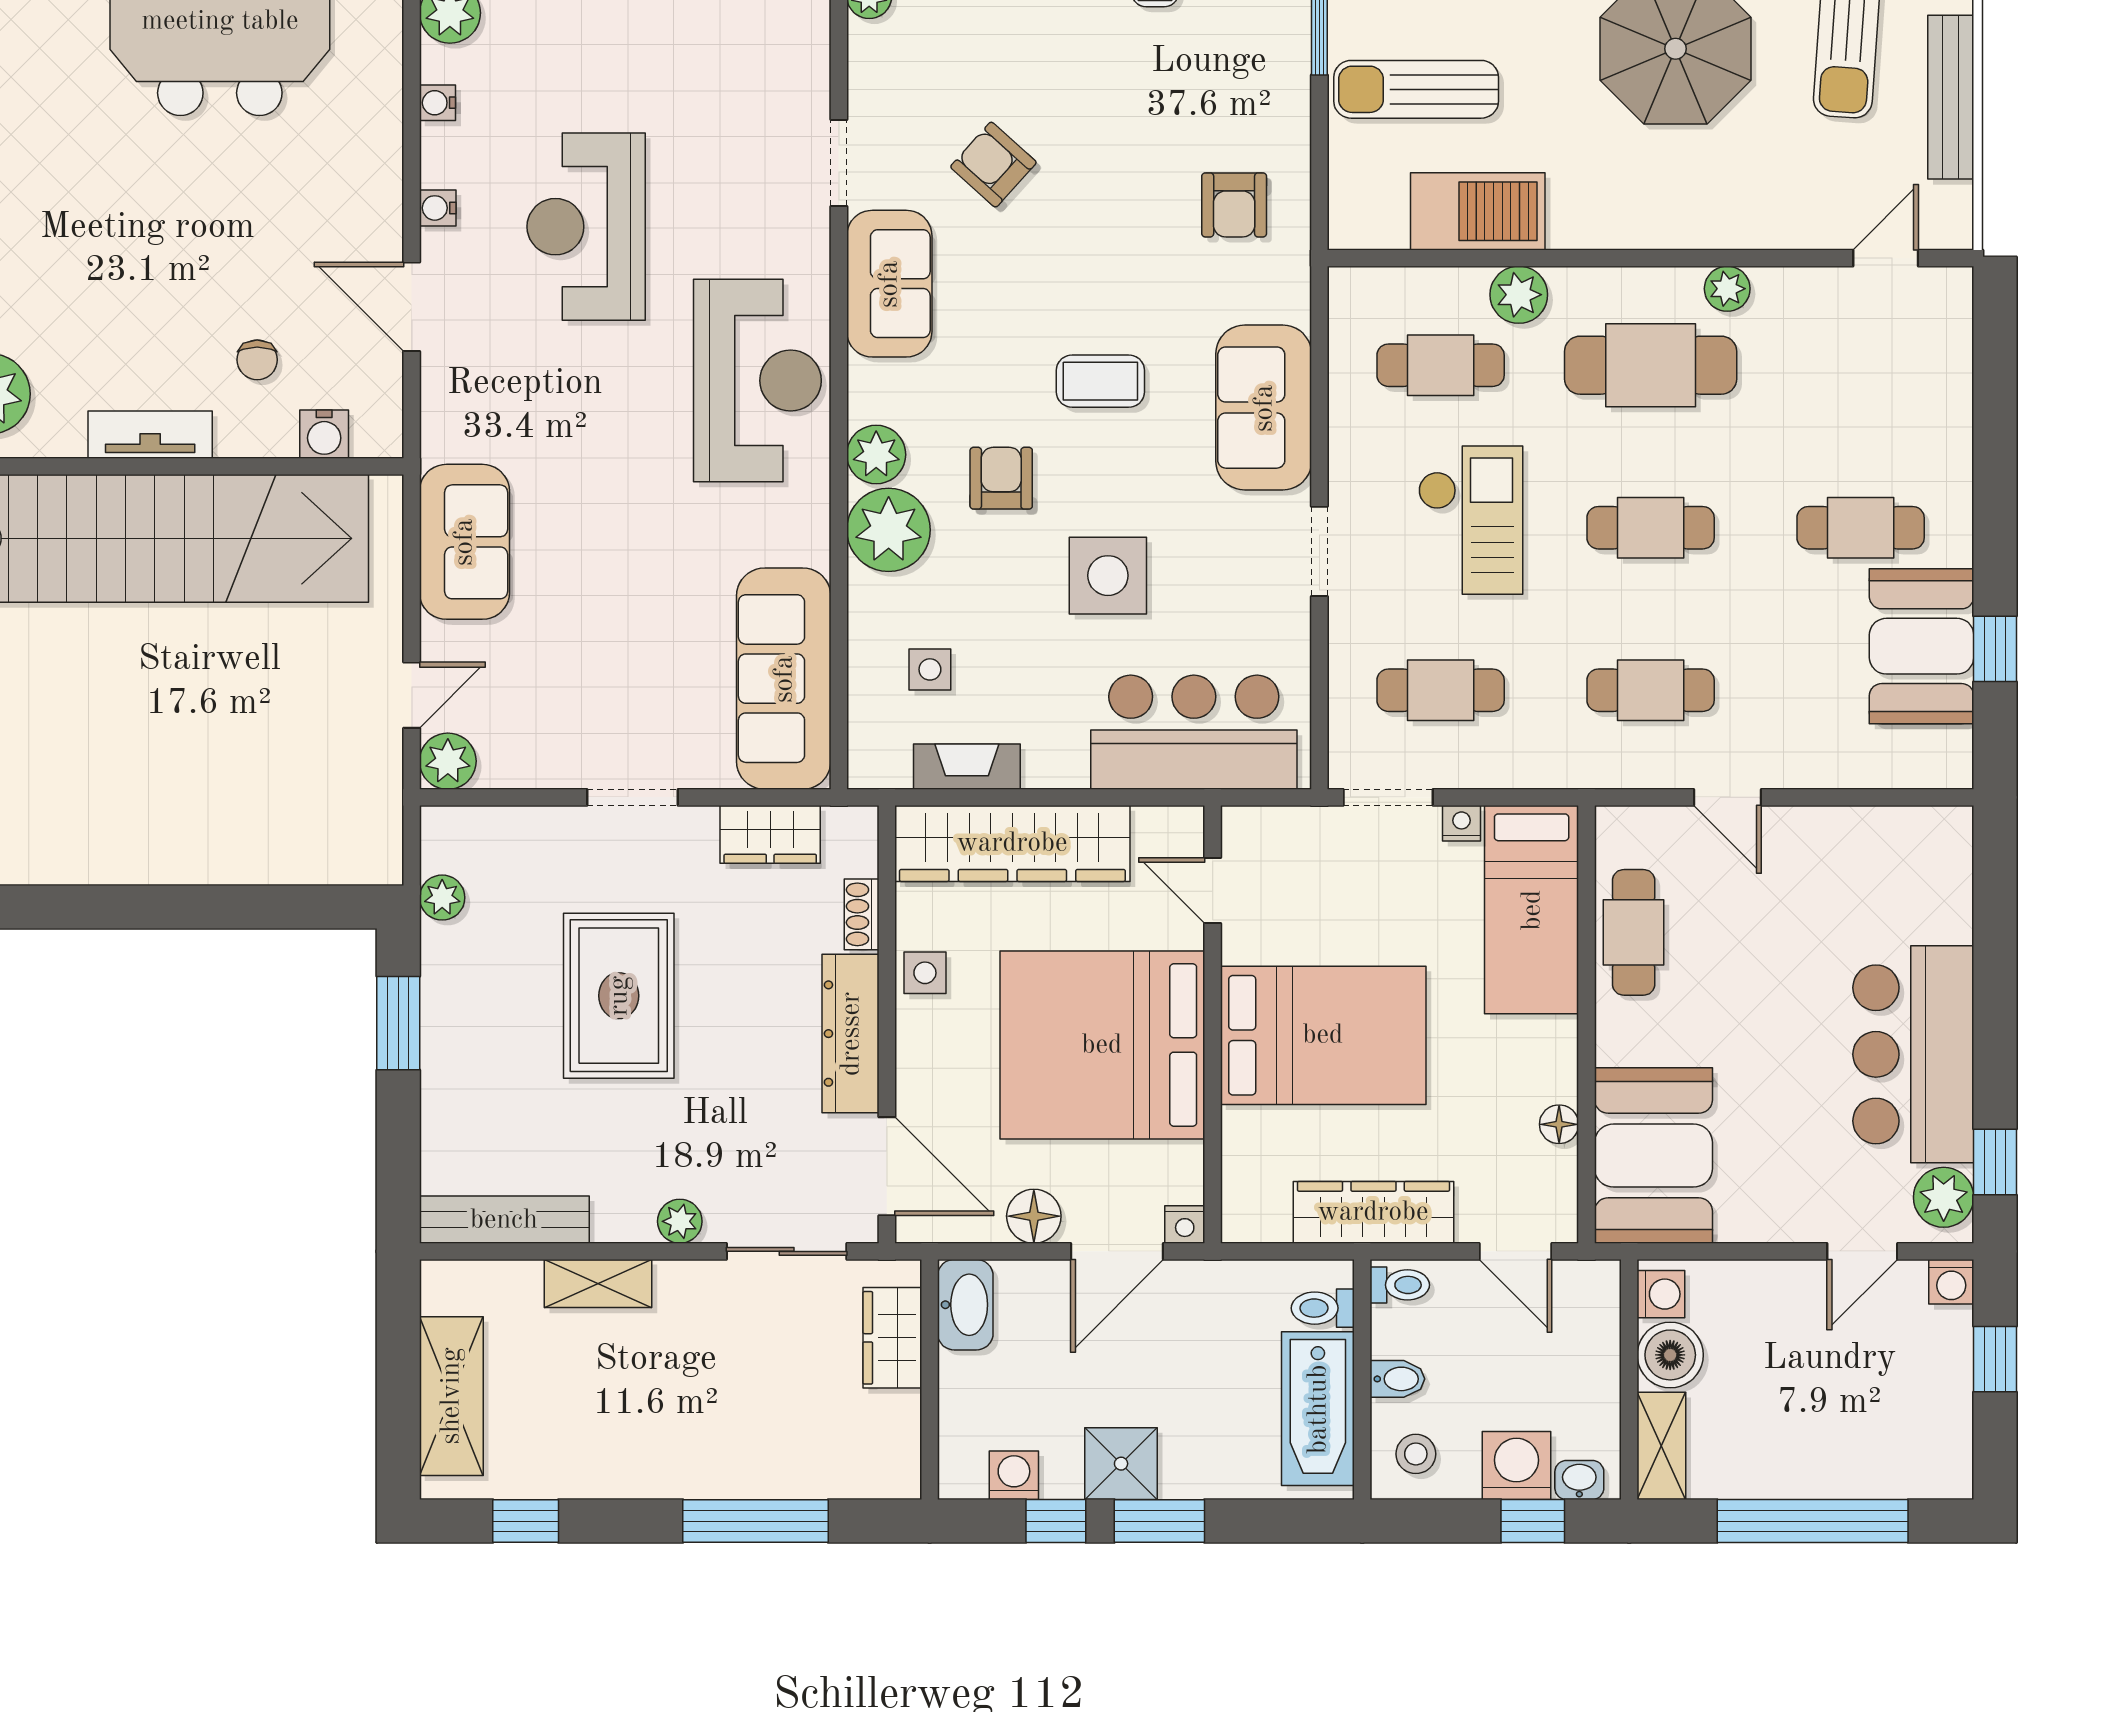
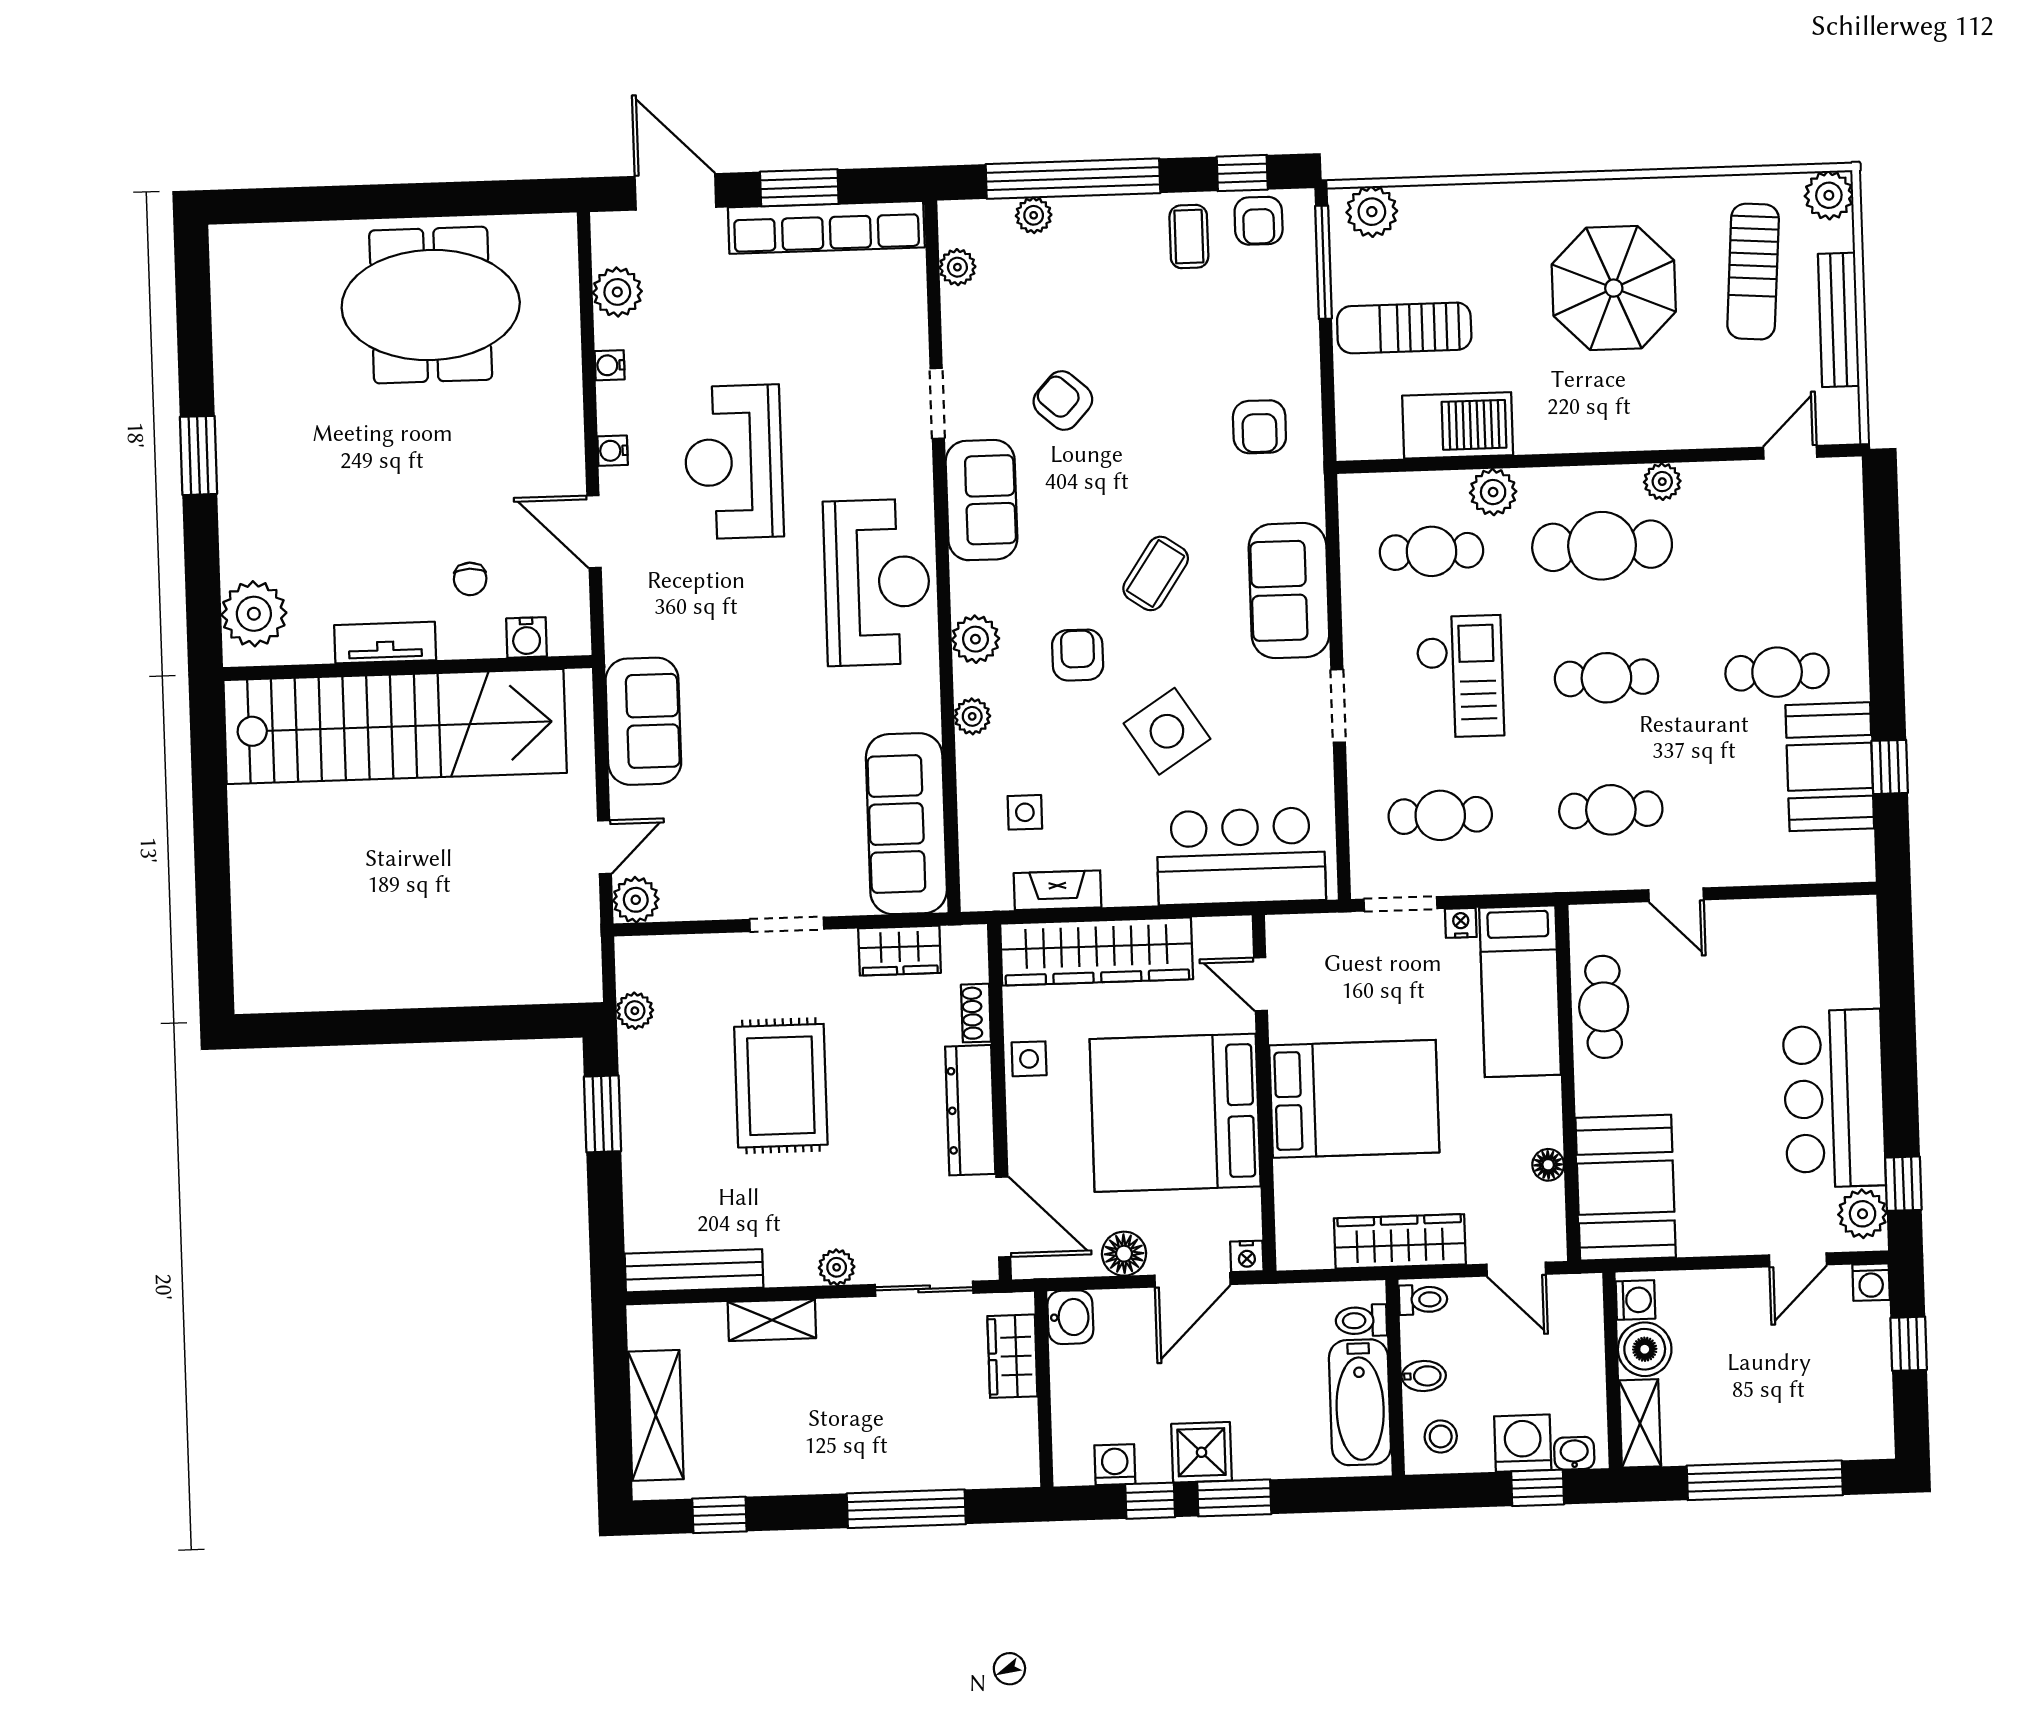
coffee table: (1100, 381) -> (1156, 573), turned -56
plant: (889, 530) -> (972, 716), width x0.53, depth x0.53
side table: (1108, 576) -> (1167, 731), turned -33
washbasin: (965, 1305) -> (1070, 1317), width x0.72

